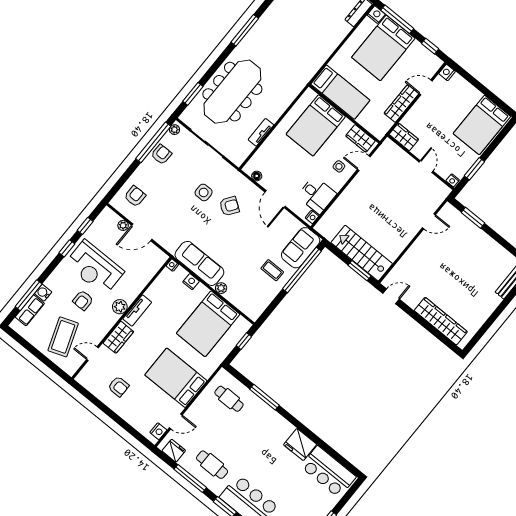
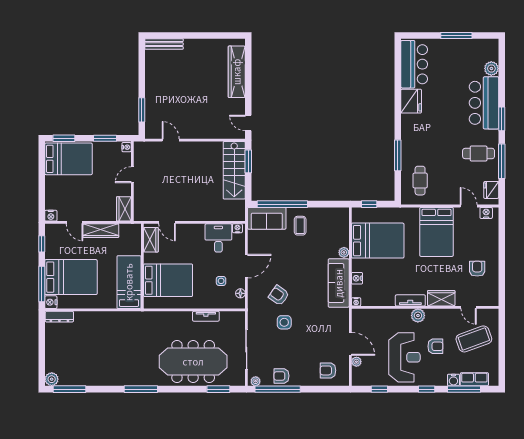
window: (502, 135) -> (64, 138), added
side table: (339, 166) -> (221, 281), moved
window: (67, 248) -> (427, 389), moved
cafe table: (212, 465) -> (479, 154), turned 90

